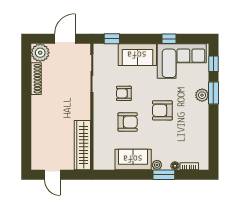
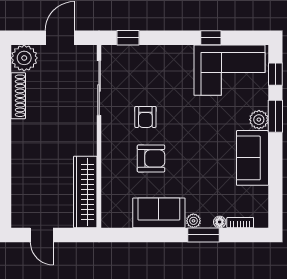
sofa: (137, 55) -> (252, 158), moved, turned 90
armchair: (124, 93) -> (145, 117), turned -90
armchair: (162, 110) -> (201, 142), removed

